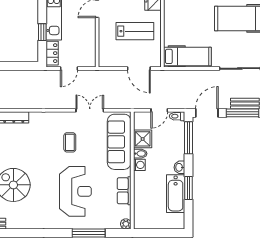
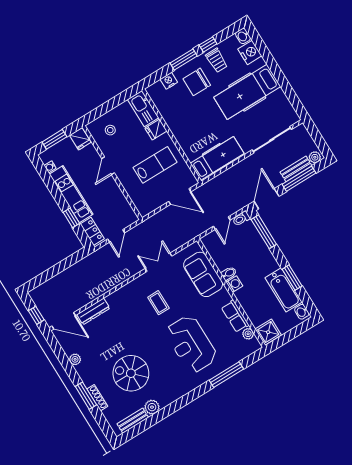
shower: (143, 139) -> (268, 332), moved
sofa: (119, 142) -> (203, 274), width x0.73
washbasin: (179, 167) -> (302, 312), moved
reception desk: (75, 191) -> (191, 344), turned 180
plant: (13, 222) -> (152, 407), added
plant: (126, 224) -> (248, 334), moved

